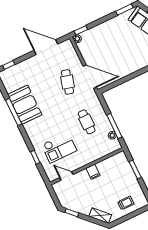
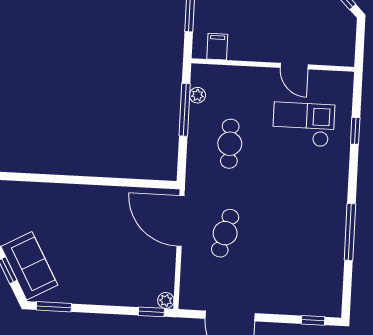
booth: (25, 105) -> (323, 234), removed
filing cabinet: (93, 172) -> (217, 47), moved
door: (66, 176) -> (294, 66), moved

